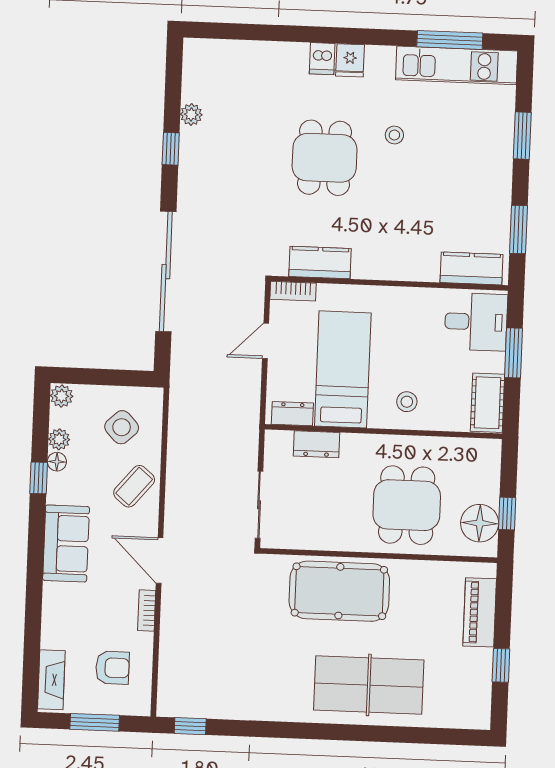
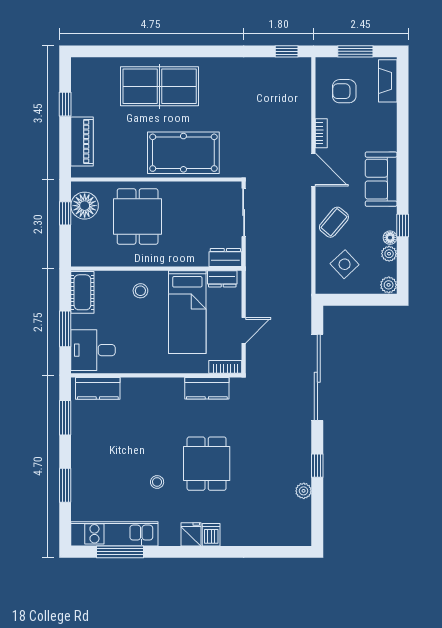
dresser: (316, 444) -> (225, 258), moved

